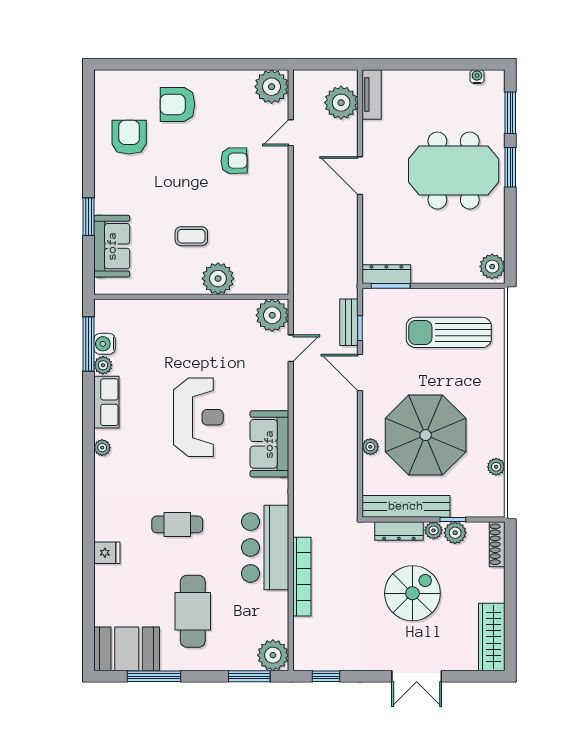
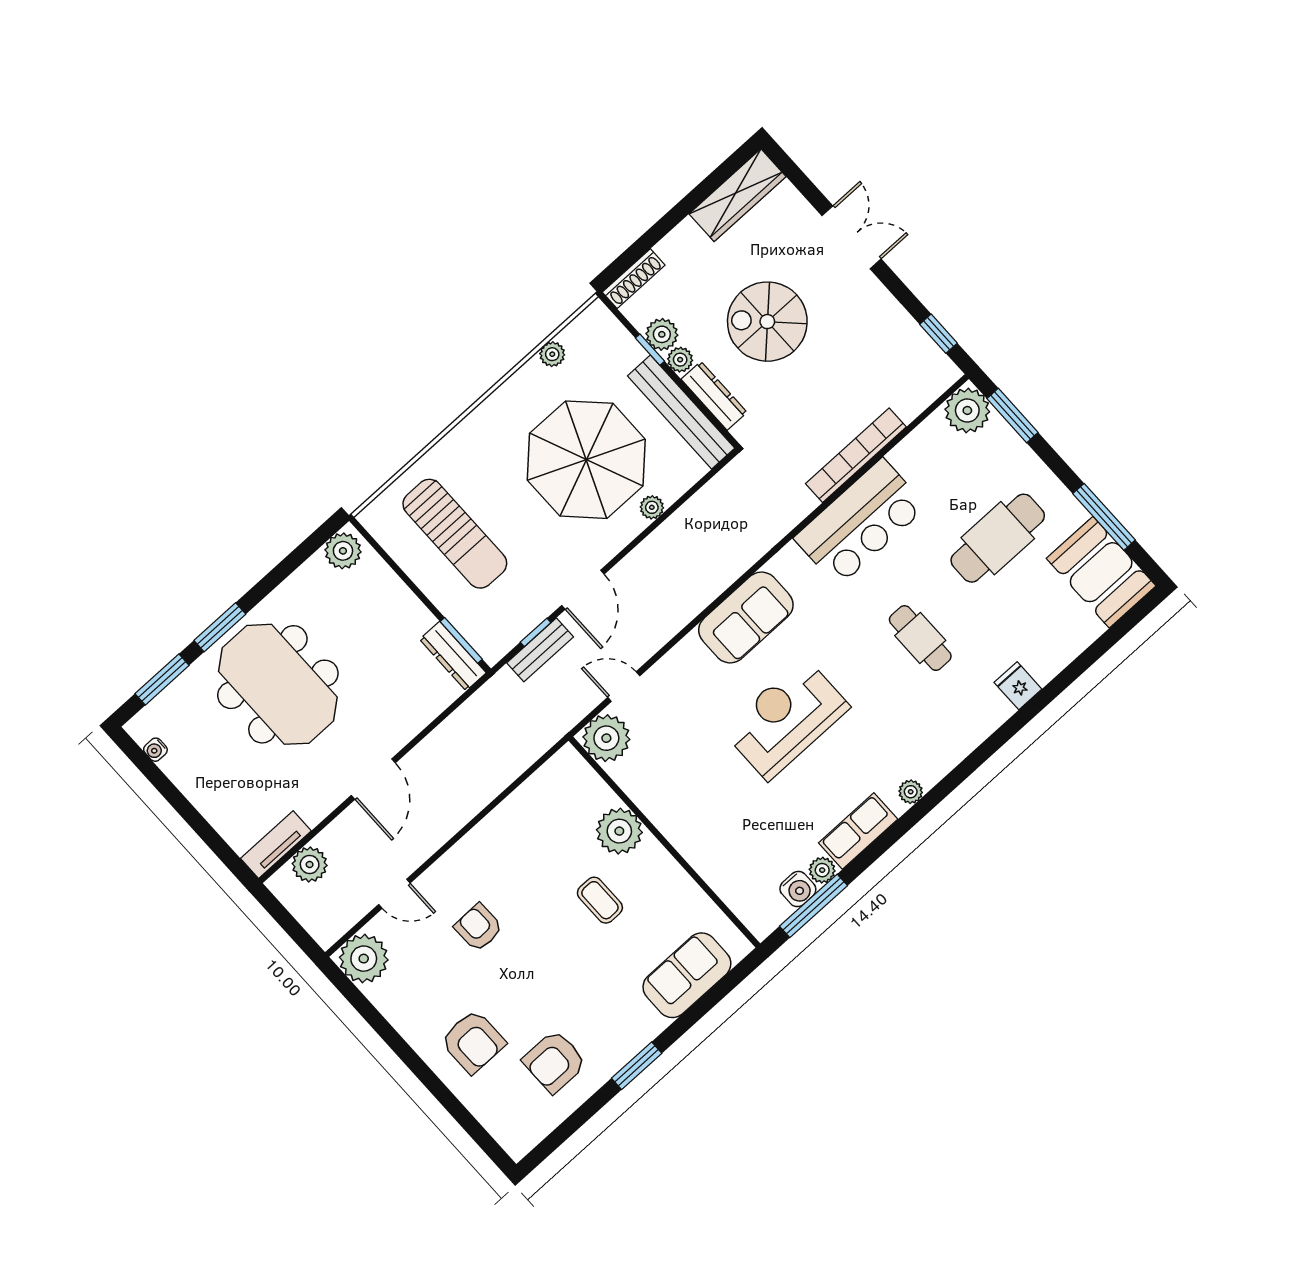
plant: (341, 103) -> (310, 864), width x0.73, depth x0.73
window: (89, 217) -> (637, 1066), moved

